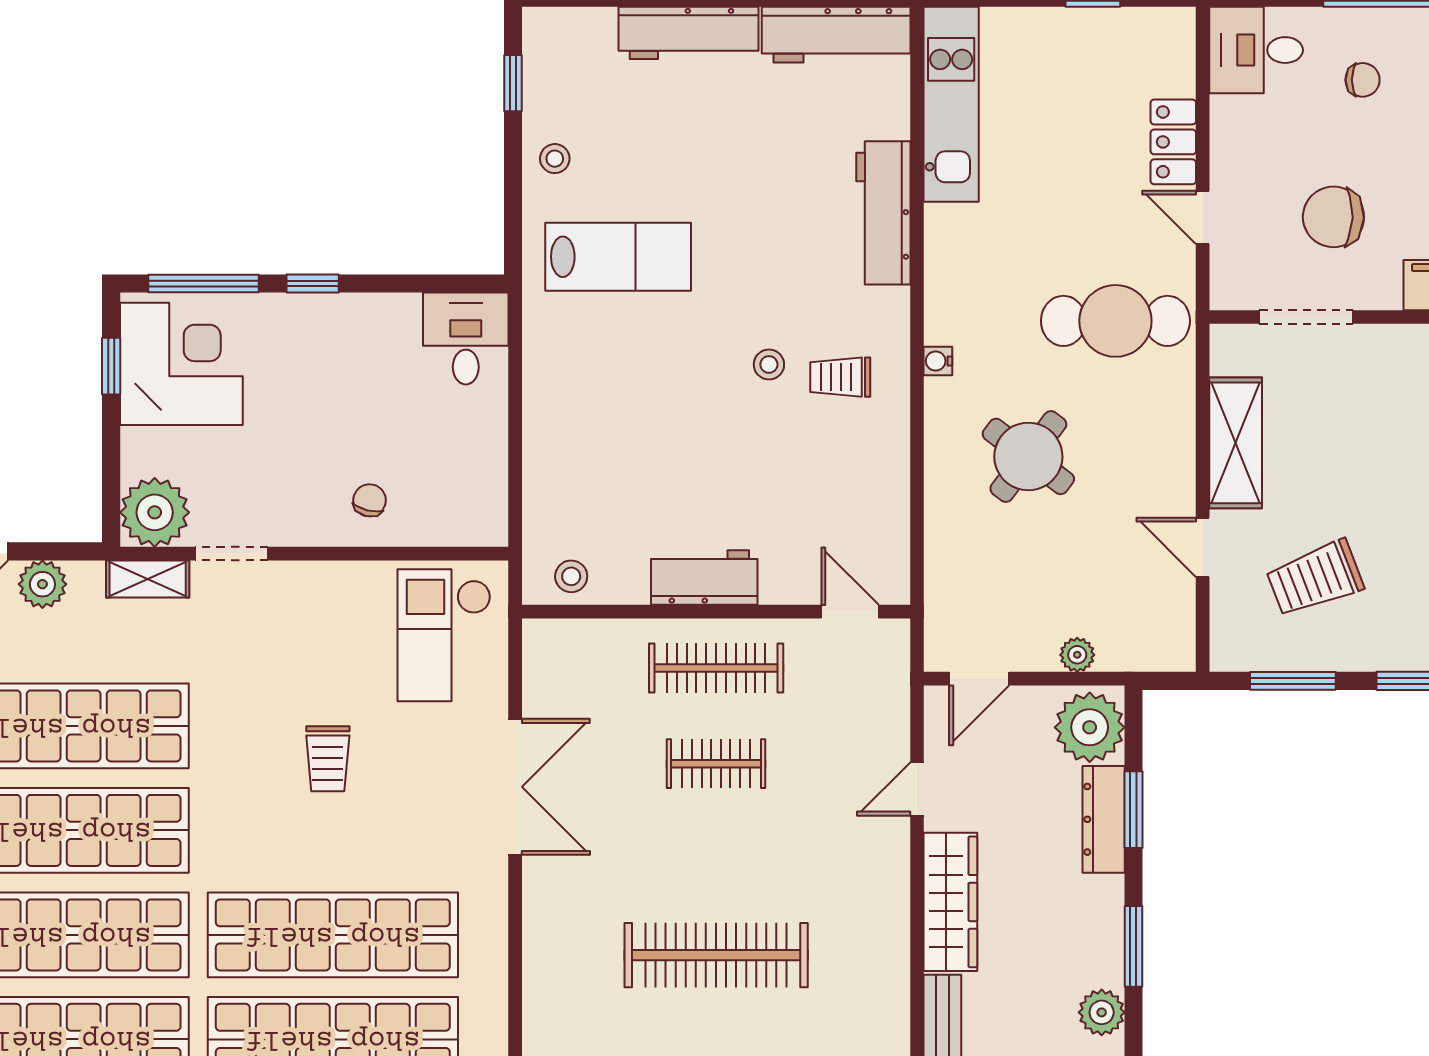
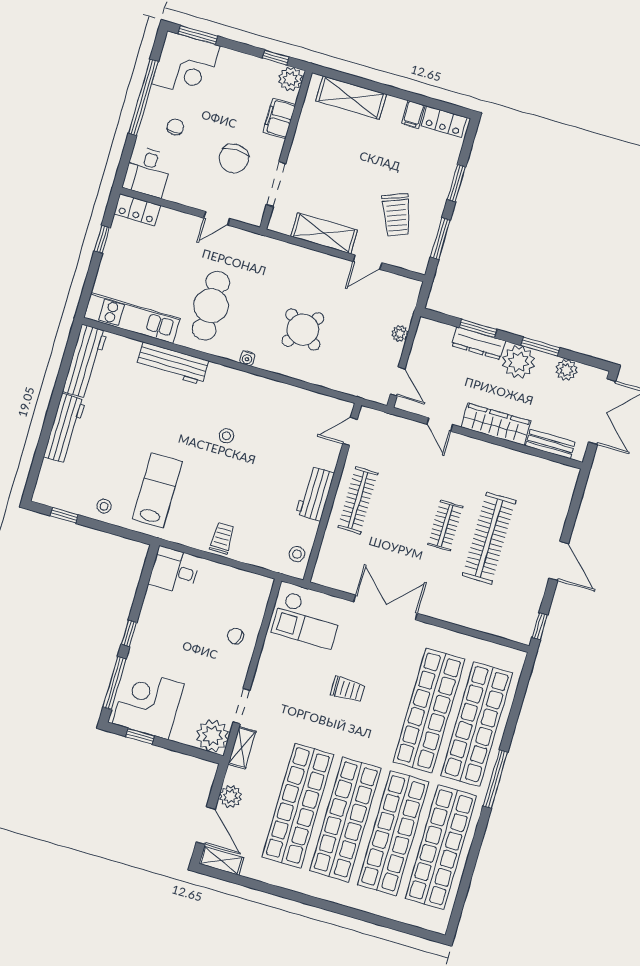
locker: (1173, 142) -> (137, 210), moved
cafe table: (1115, 321) -> (211, 306), moved
trolley: (840, 377) -> (222, 538), moved, turned 180
plant: (1090, 727) -> (519, 362), moved
clothes rail: (716, 764) -> (445, 526), moved

